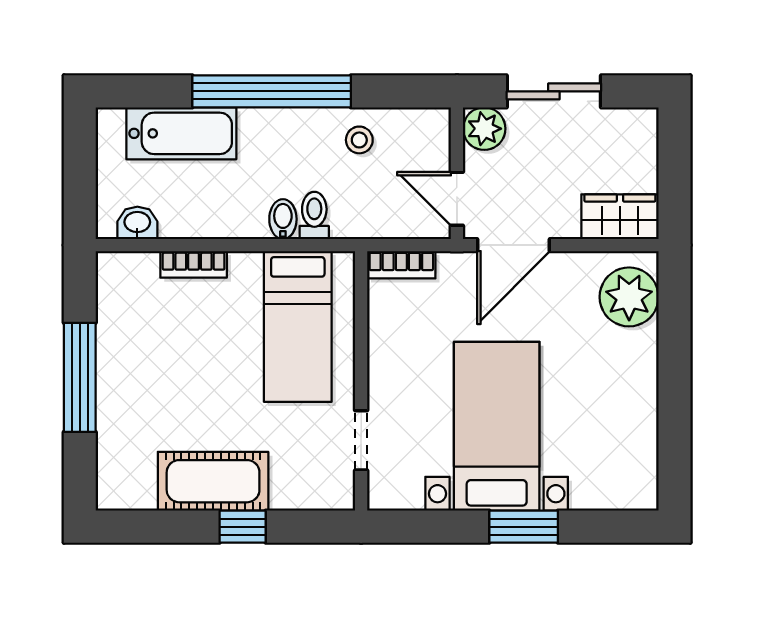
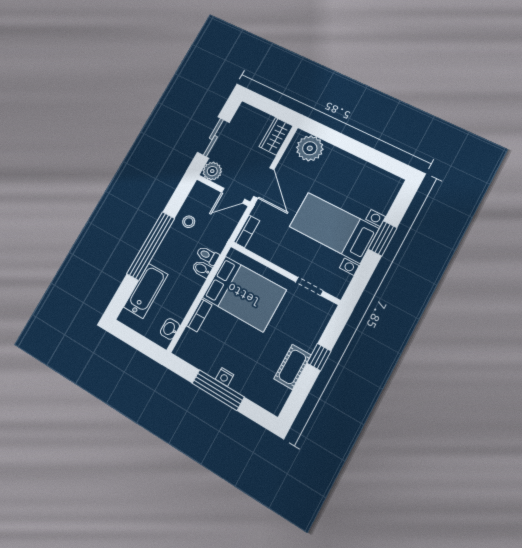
bed: (298, 326) -> (244, 294), width x1.50
nightstand: (110, 376) -> (225, 377), added
cot: (213, 481) -> (292, 367), width x0.73, depth x0.75

